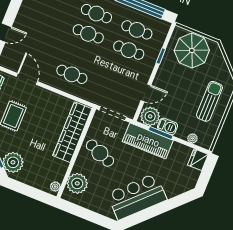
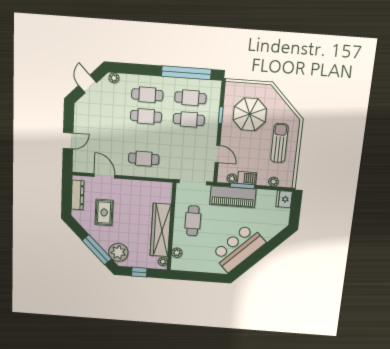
parasol: (192, 50) -> (250, 114), moved
door: (146, 93) -> (217, 154), hinge flipped
plant: (150, 116) -> (232, 179), width x0.53, depth x0.53
wardrobe: (72, 132) -> (161, 230), moved
cafe table: (100, 153) -> (193, 221), turned 68
plant: (77, 183) -> (177, 253), width x0.53, depth x0.53
window: (27, 190) -> (139, 272), added

